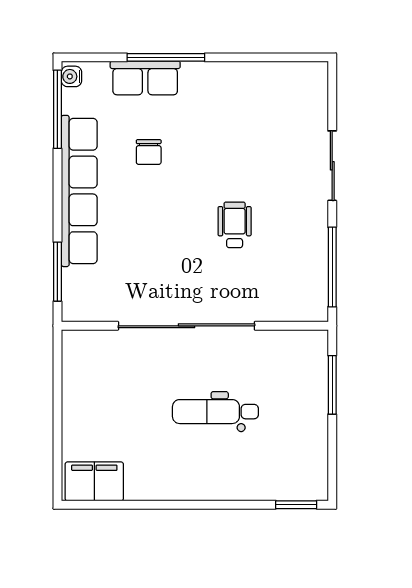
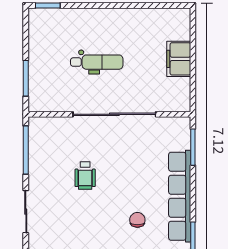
filing cabinet: (94, 481) -> (179, 59), moved, turned 90

